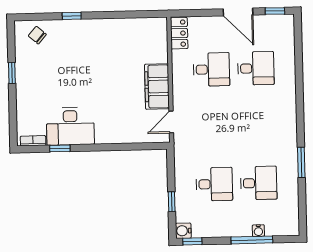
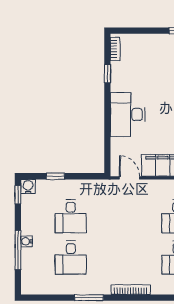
bookcase: (291, 118) -> (131, 290), added
desk: (70, 126) -> (128, 115), moved
water cooler: (258, 231) -> (26, 241), moved

